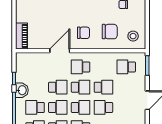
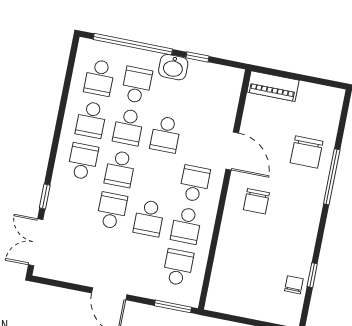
chair: (110, 32) -> (307, 152), moved
stool: (133, 36) -> (232, 291), removed
school desk: (81, 87) -> (186, 225), moved

